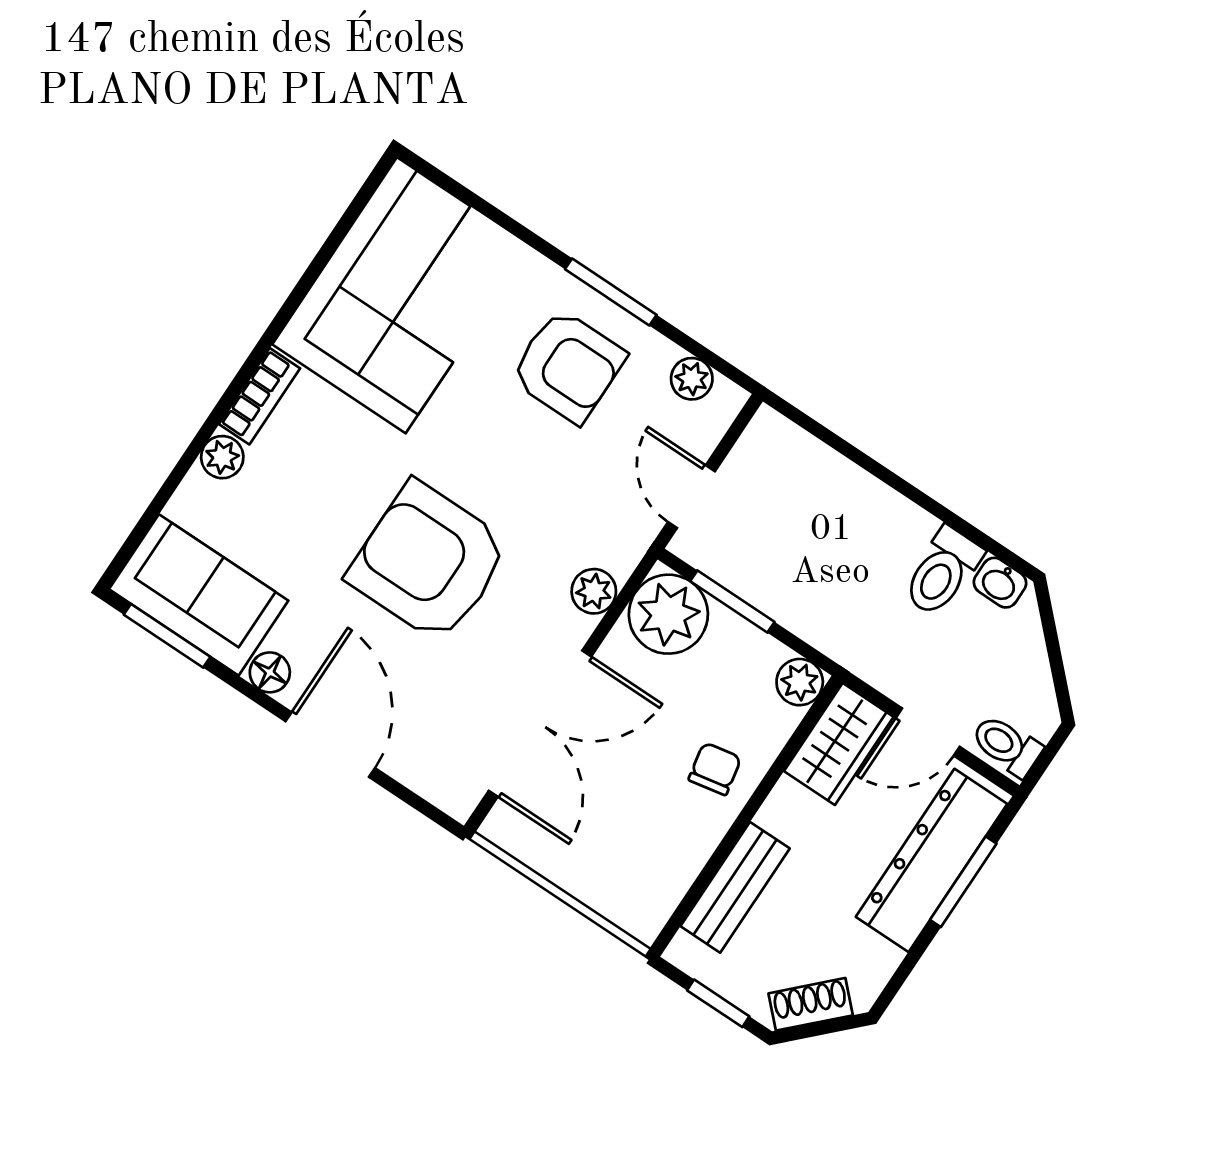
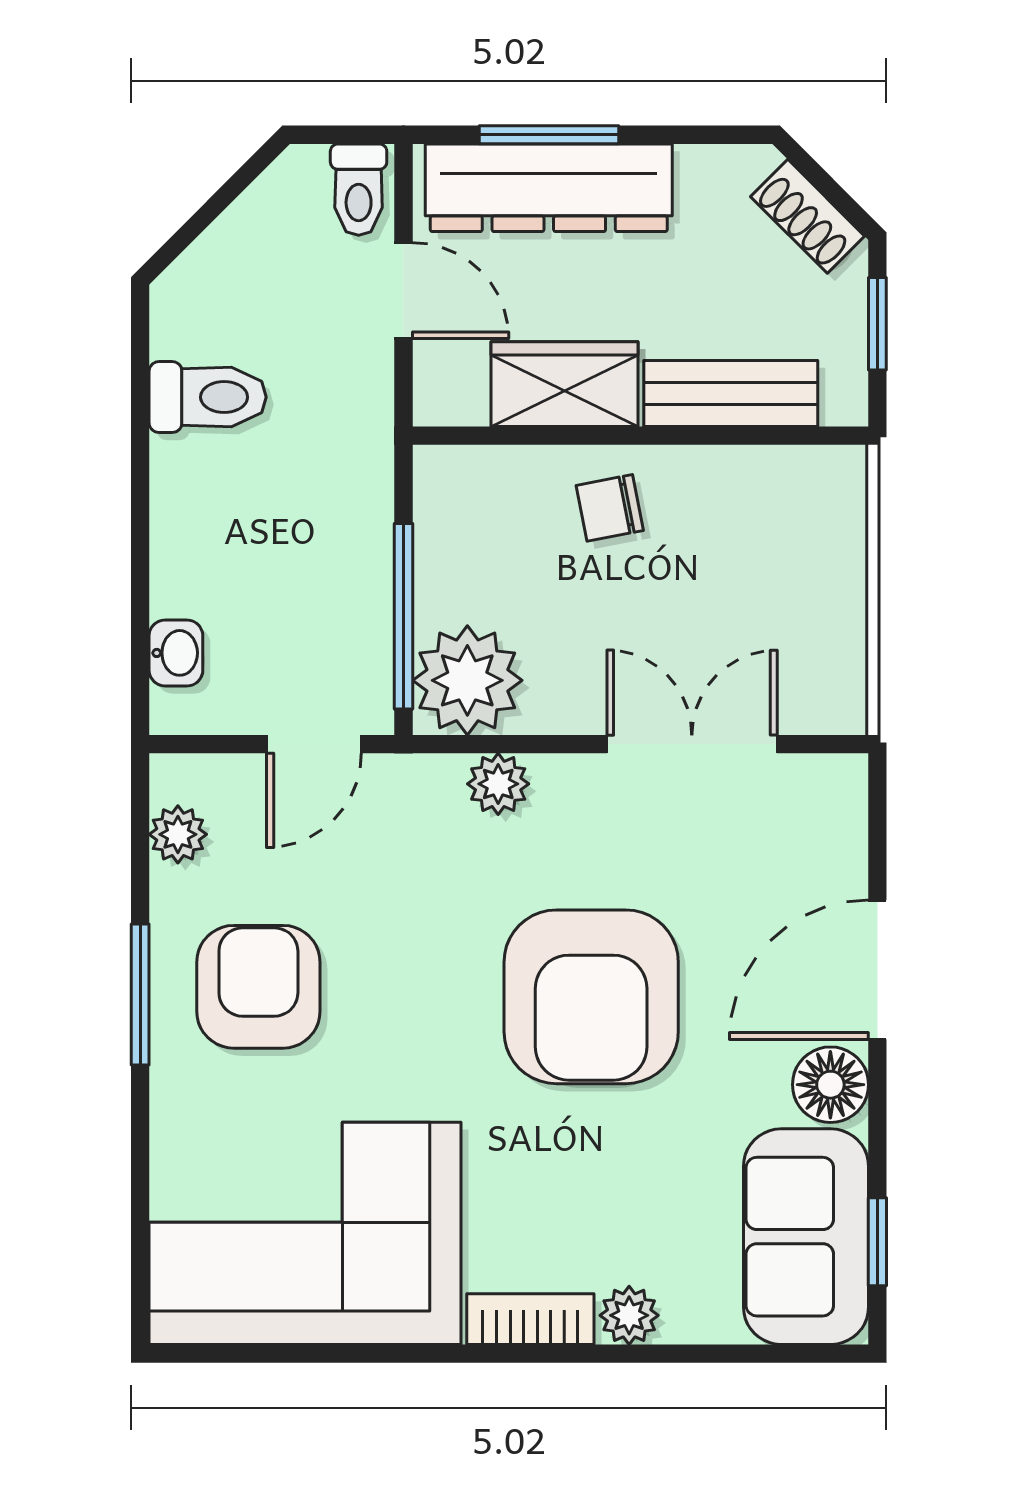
washbasin: (1000, 583) -> (176, 653), moved
window: (732, 602) -> (403, 616), width x1.44
window: (167, 636) -> (877, 1242), width x0.67
floor lamp: (270, 672) -> (830, 1085), width x1.37, depth x1.37
plant: (800, 682) -> (445, 477), removed
double door: (540, 724) -> (692, 744), width x0.73
wardrobe: (839, 744) -> (565, 384), moved

